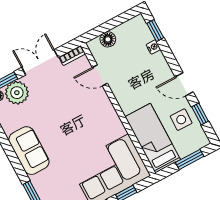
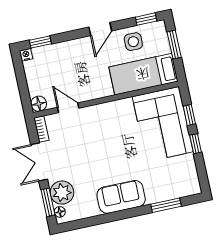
floor lamp: (108, 39) -> (39, 104), moved
nightstand: (153, 47) -> (26, 55), moved
door: (100, 75) -> (68, 108), swing flipped
window: (200, 114) -> (146, 19), moved

